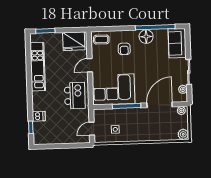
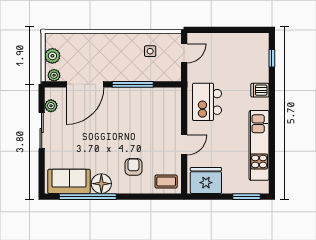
sofa: (177, 43) -> (69, 181), moved, turned -90
corner sofa: (114, 89) -> (151, 109), removed
dishwasher: (39, 116) -> (260, 90), moved
plant: (183, 134) -> (52, 56), moved

